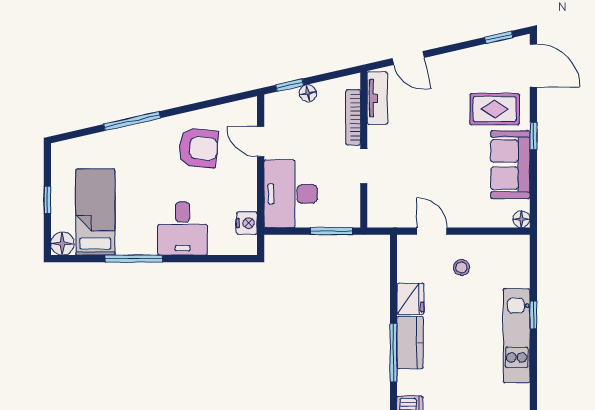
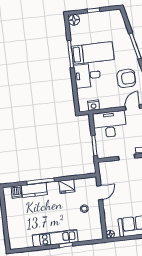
armchair: (198, 148) -> (126, 78), turned -97
bed: (95, 212) -> (93, 53), moved
kitchen counter: (410, 343) -> (34, 190), moved

